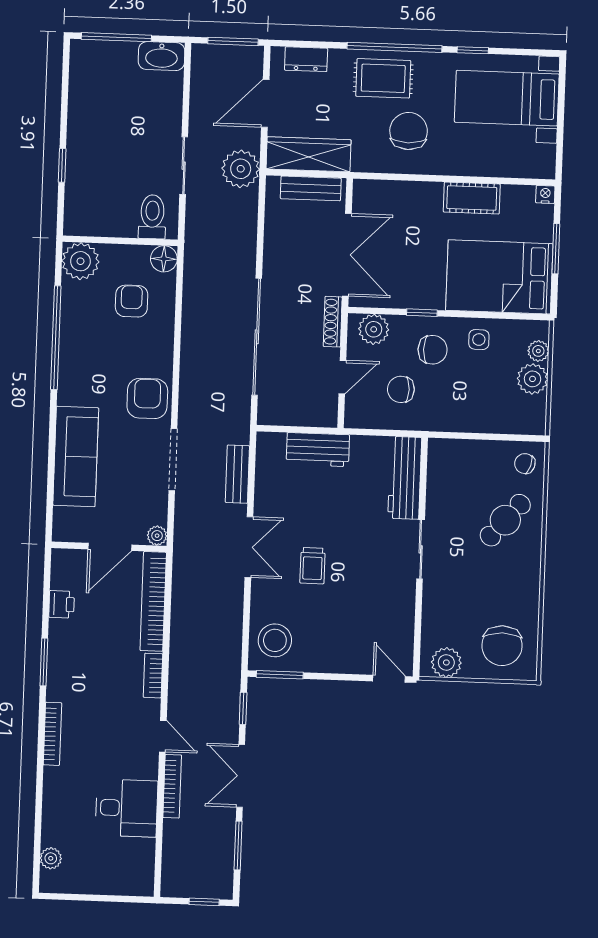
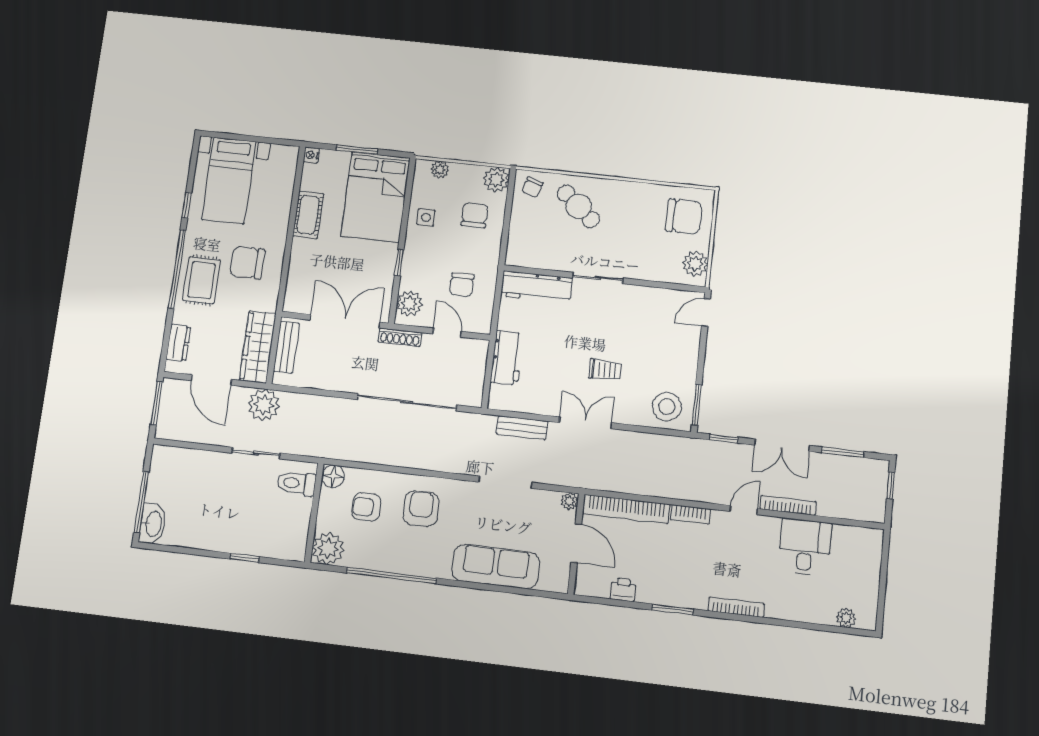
washbasin: (161, 56) -> (153, 524), moved
chair: (433, 350) -> (475, 215), moved
plant: (532, 379) -> (496, 180), moved
armchair: (147, 398) -> (421, 509), moved, turned 90

